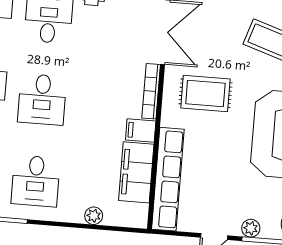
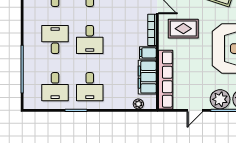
plant: (94, 216) -> (138, 104), moved
plant: (251, 228) -> (220, 99), width x1.88, depth x1.88

